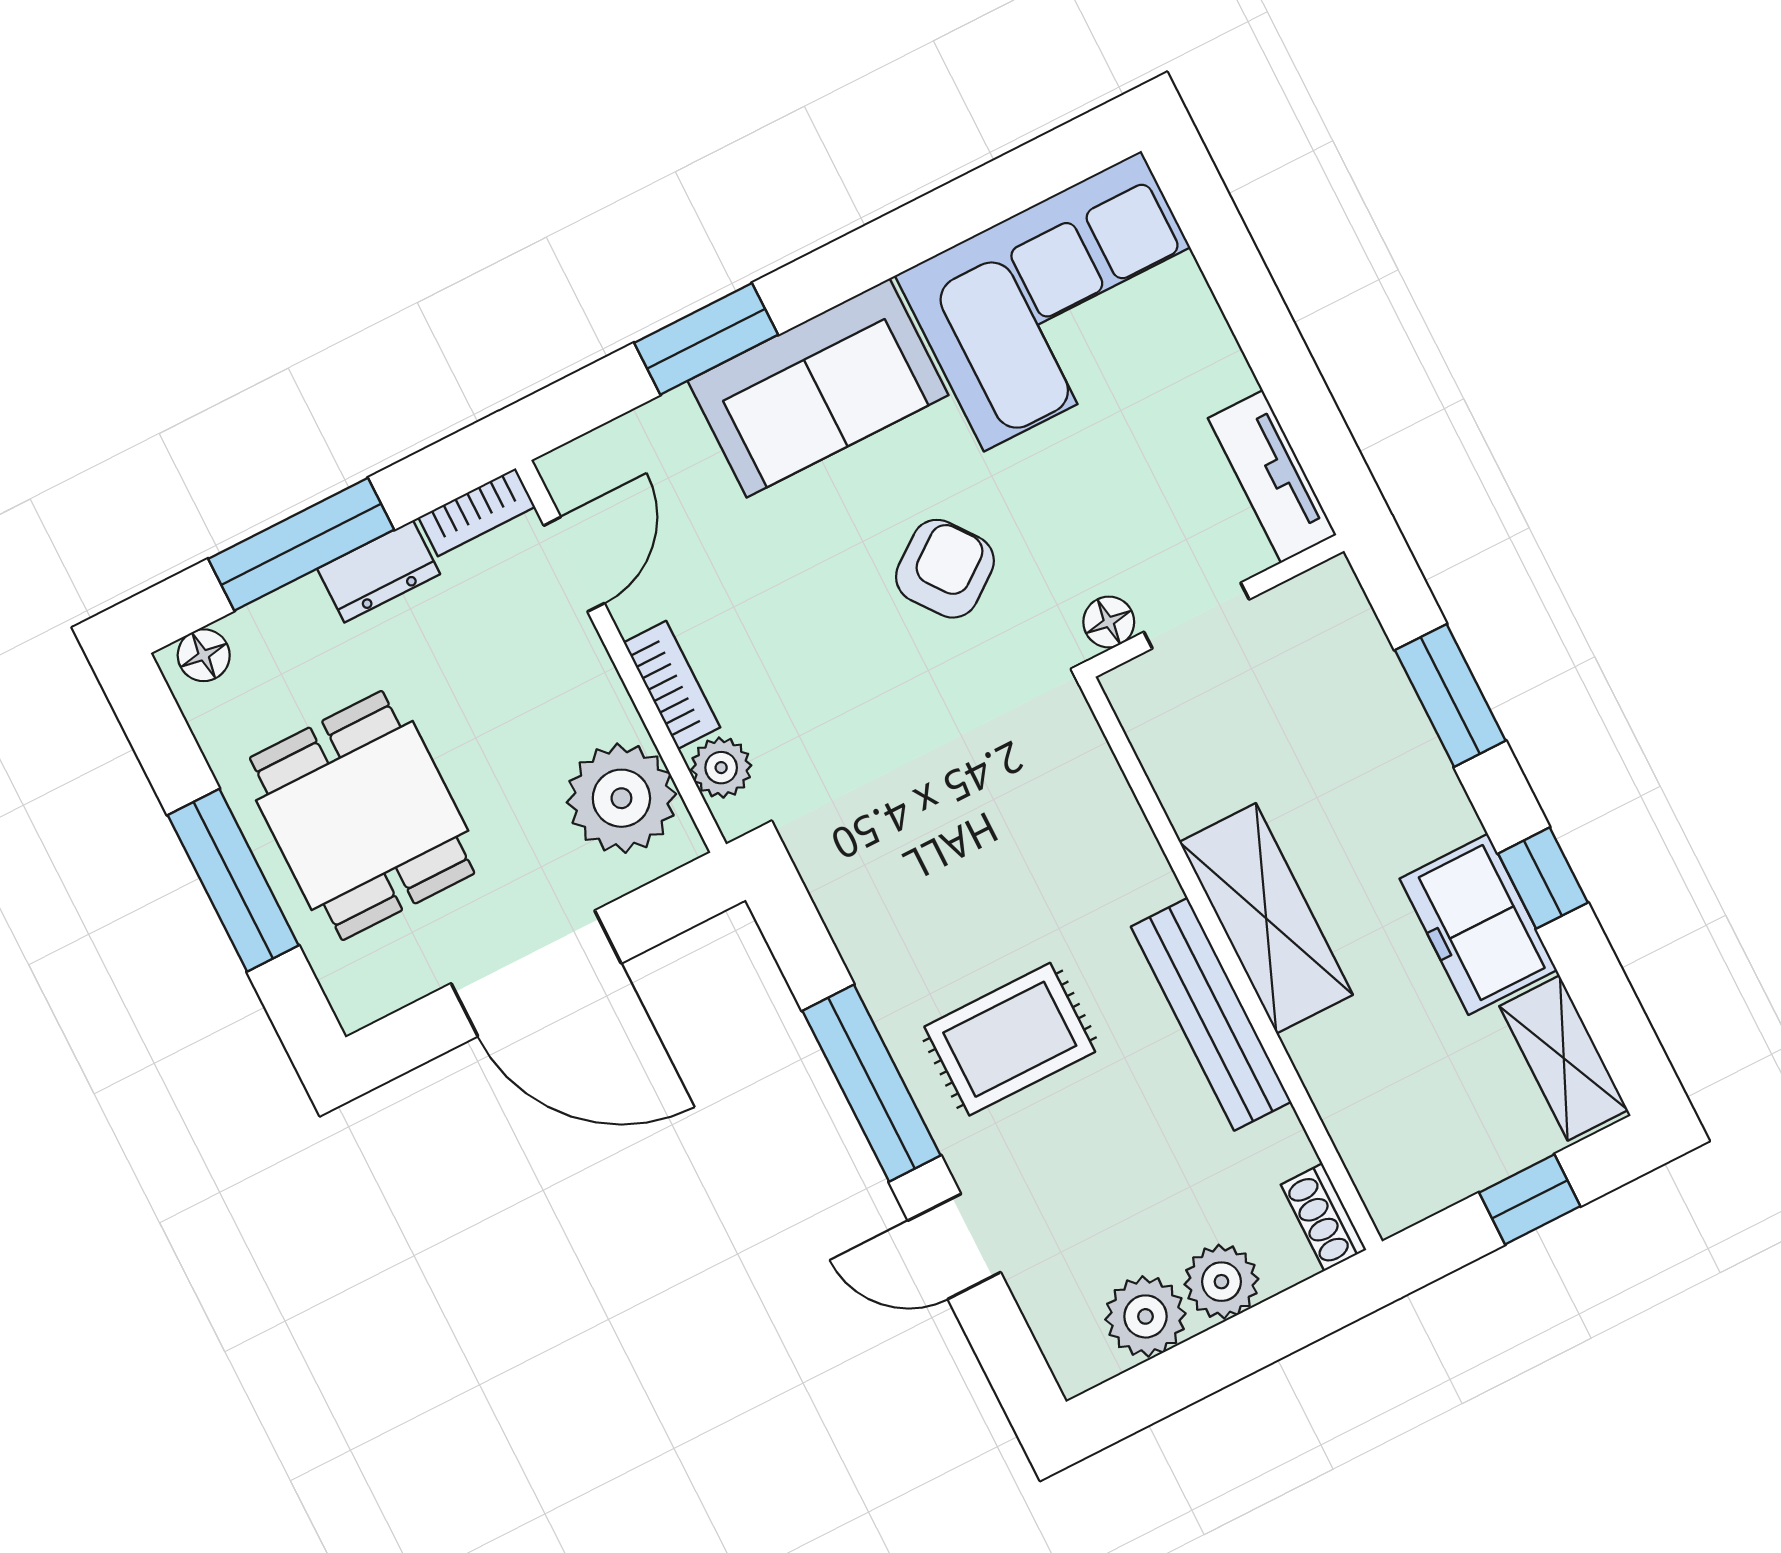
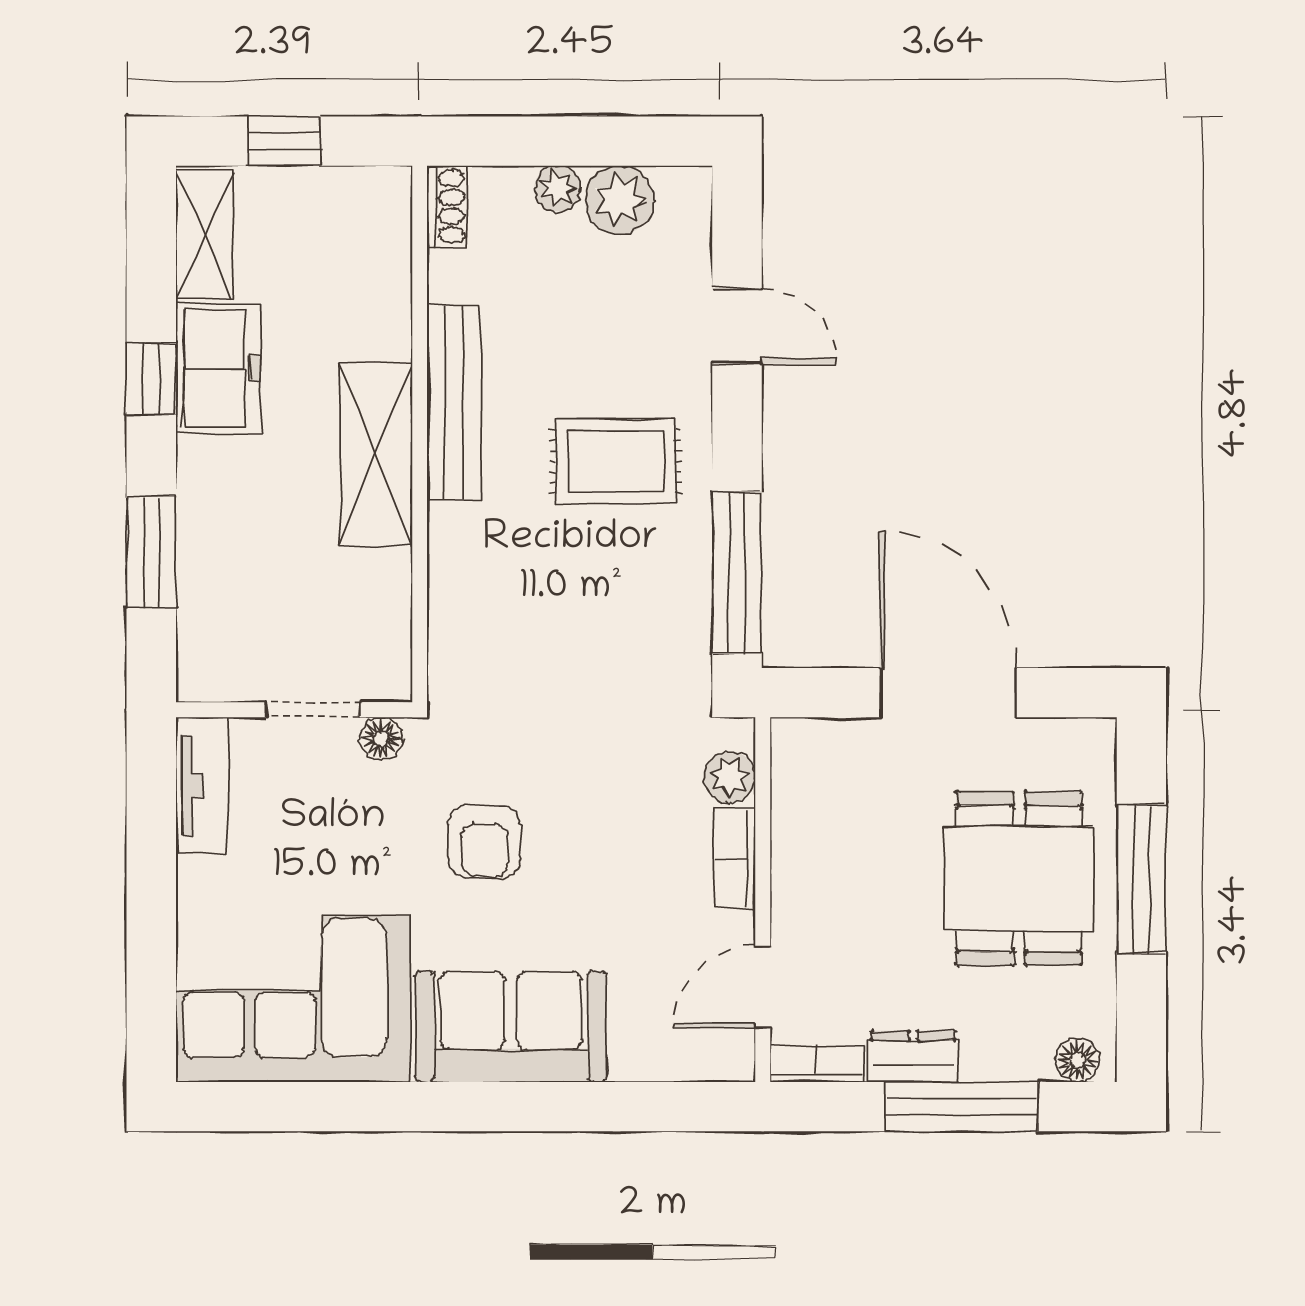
window: (706, 339) -> (577, 1107), removed
armchair: (945, 569) -> (484, 842), turned -53
plant: (621, 798) -> (817, 792), removed
window: (871, 1083) -> (737, 573), moved
plant: (1221, 1282) -> (557, 188), width x0.73, depth x0.73

